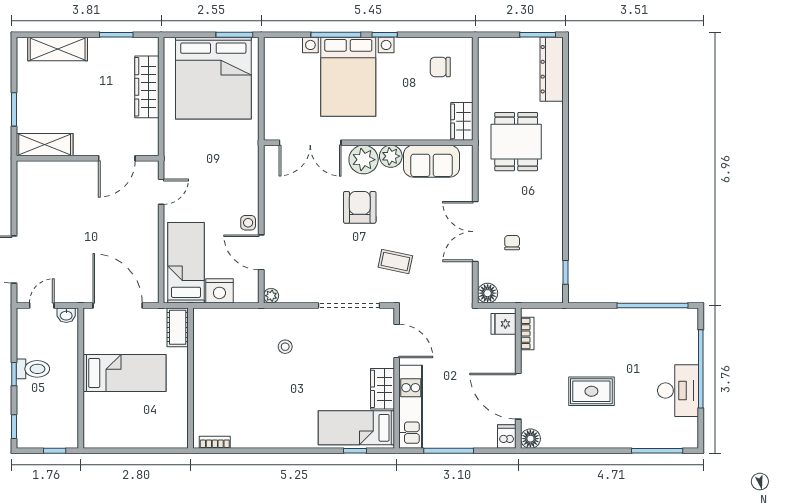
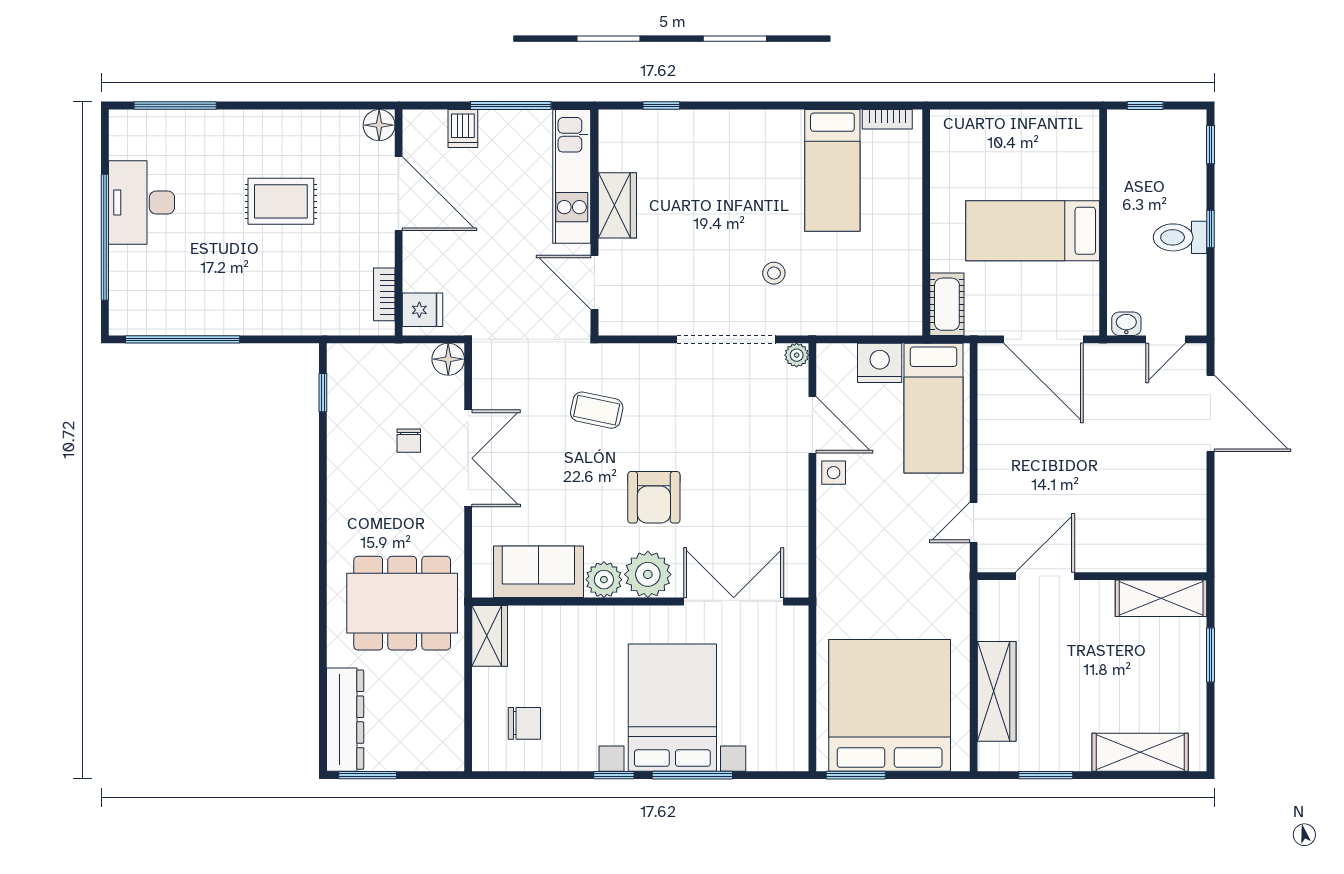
dining table: (516, 142) -> (402, 603), width x1.38
doorway: (349, 306) -> (726, 339), moved
bed: (356, 428) -> (832, 170), moved, turned 90
dishwasher: (507, 437) -> (463, 128), moved

